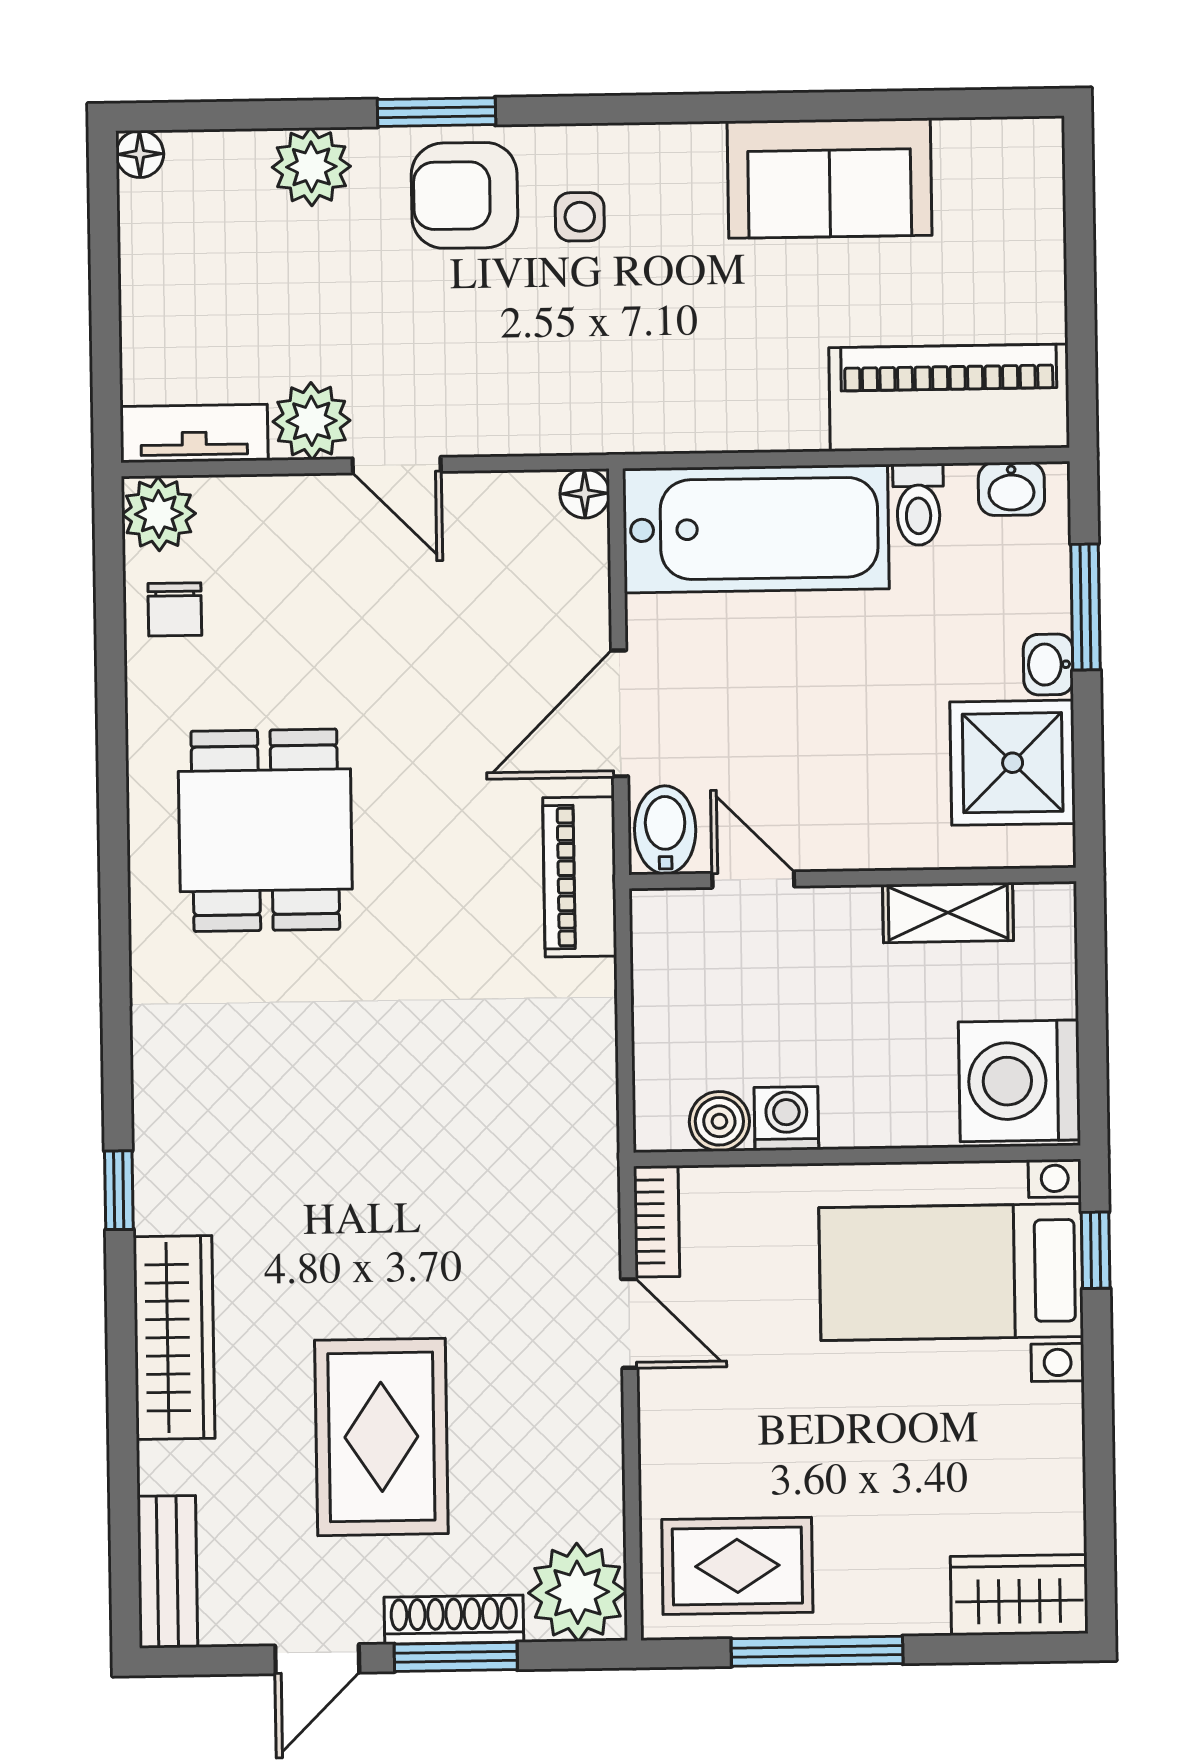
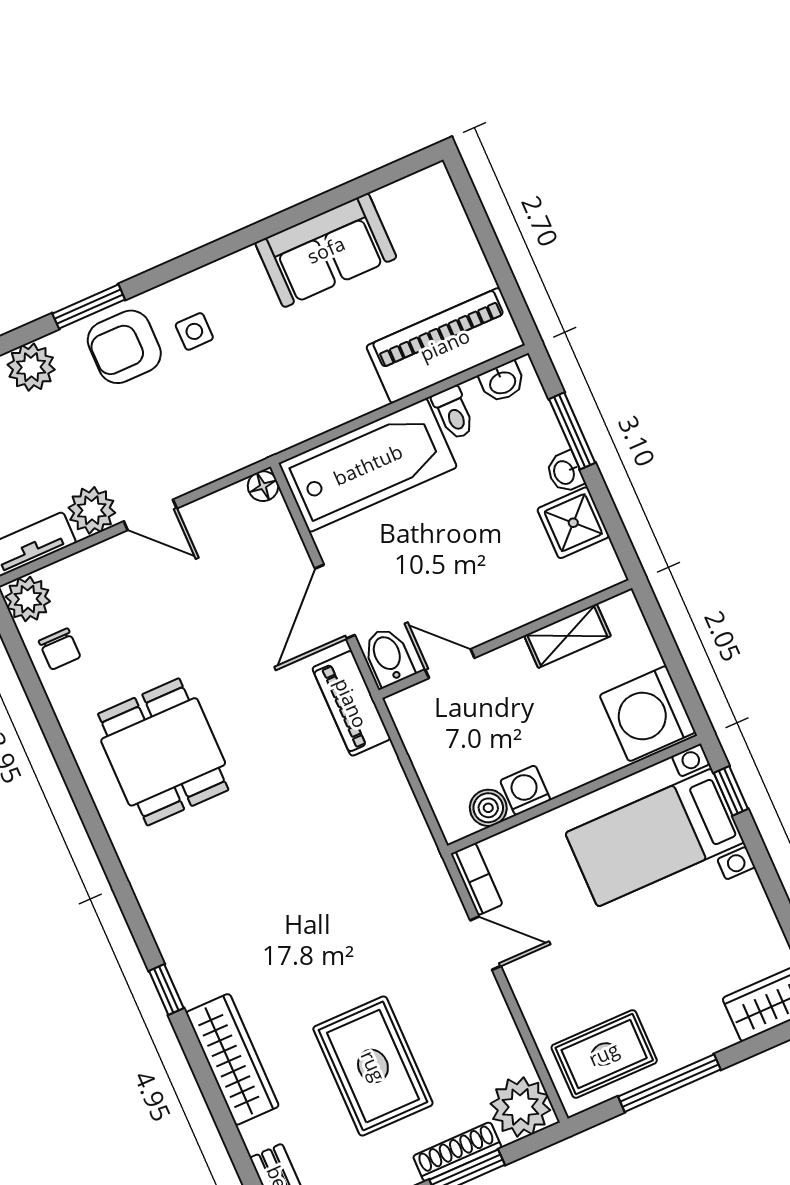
shower: (1013, 763) -> (573, 523), width x0.73, depth x0.73

